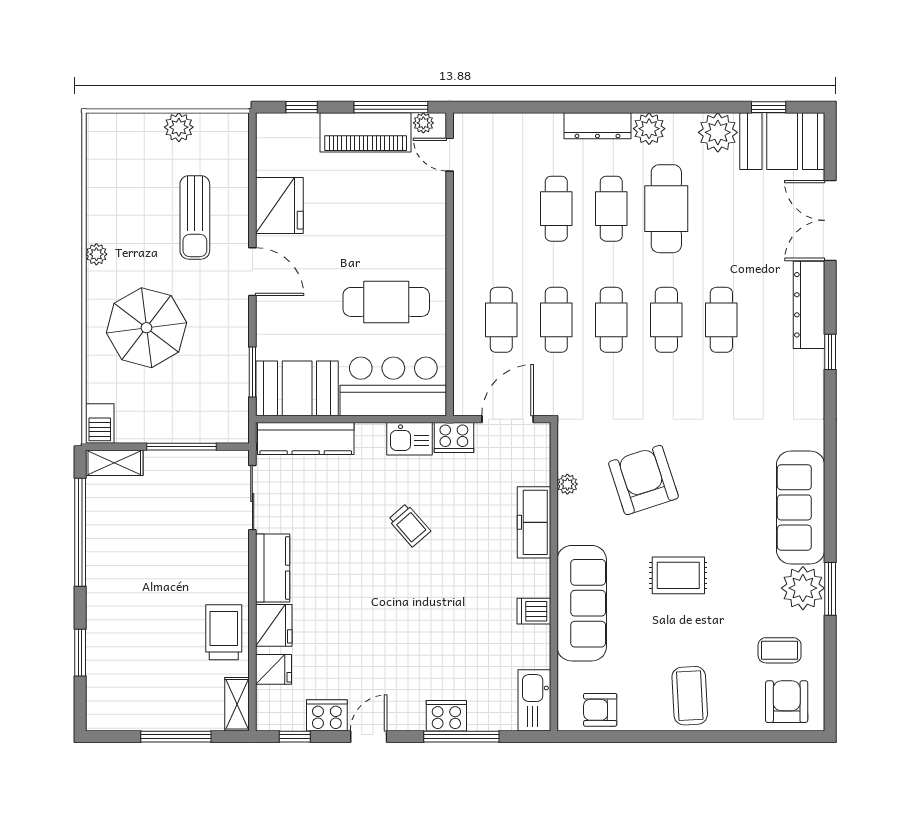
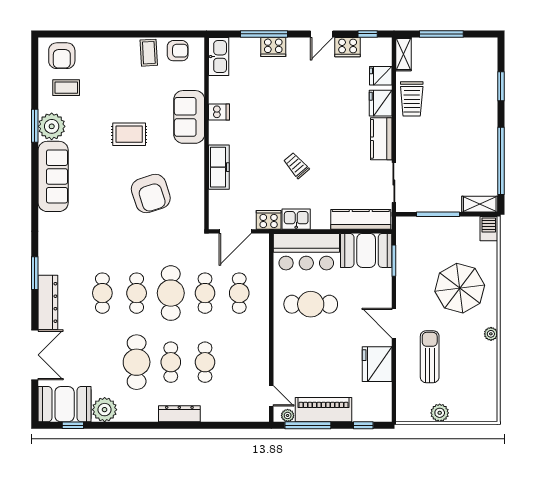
plant: (649, 129) -> (147, 412), removed
cafe table: (611, 320) -> (171, 293), width x1.37, depth x1.35
window: (830, 352) -> (35, 273), width x1.50
plant: (567, 484) -> (198, 191), removed
sofa: (582, 603) -> (189, 117), width x0.73
coffee table: (690, 696) -> (149, 53), moved, width x0.73, depth x0.77

